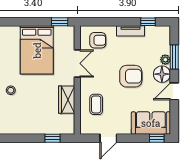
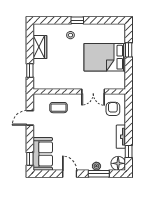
window: (60, 22) -> (129, 50), moved
armchair: (98, 40) -> (113, 109), turned 180
floor lamp: (162, 74) -> (118, 163), moved
armchair: (131, 76) -> (82, 137), removed
wardrobe: (67, 100) -> (40, 47), moved, turned 90
door: (108, 138) -> (30, 118), hinge flipped

